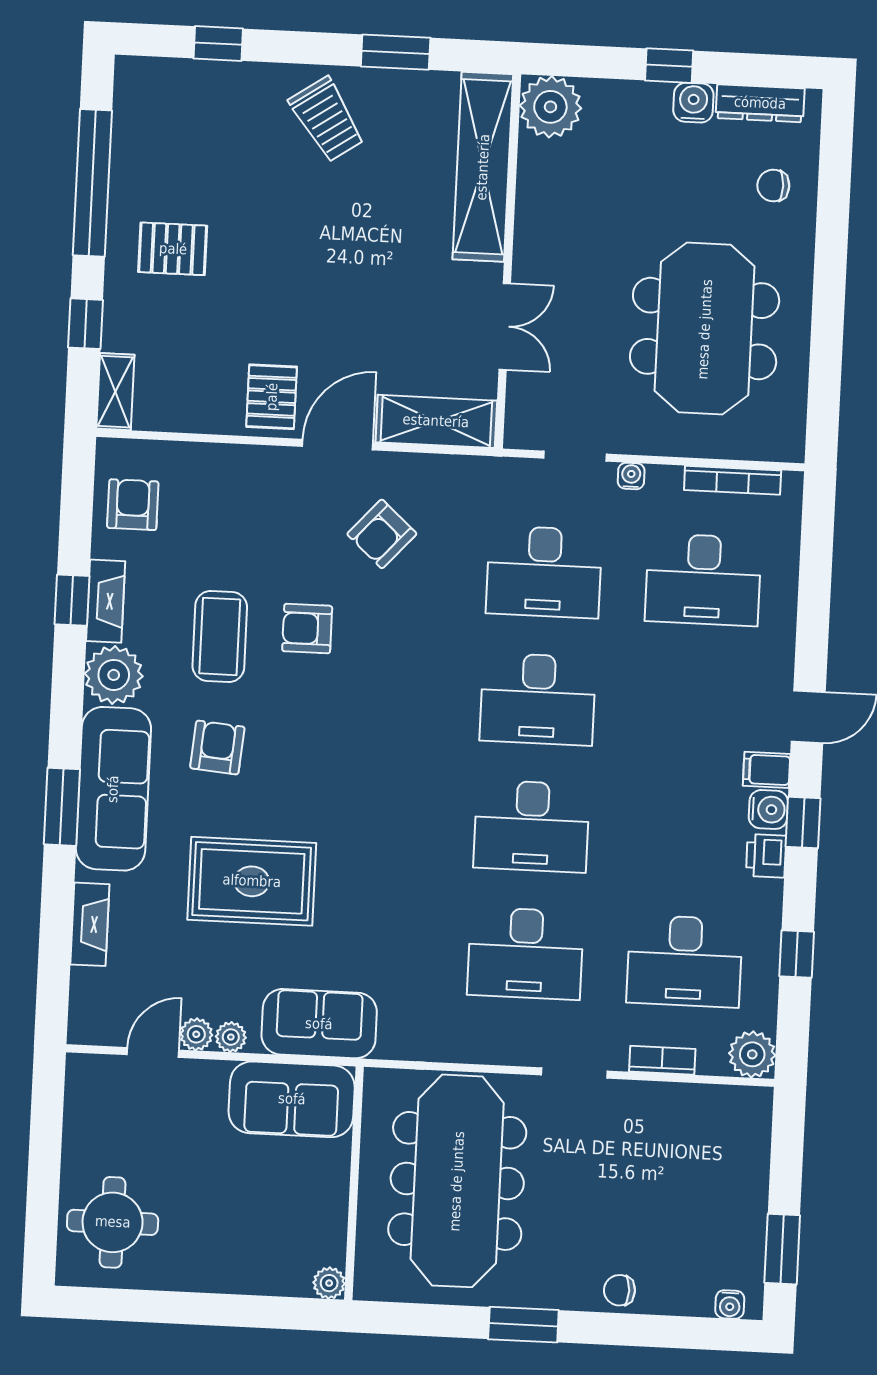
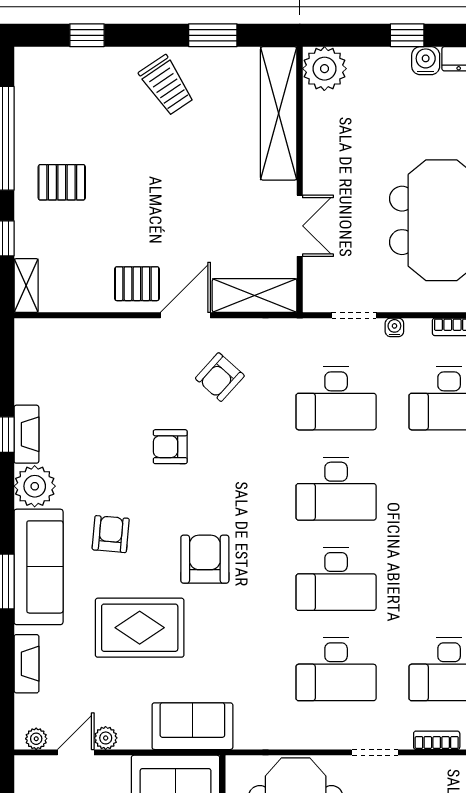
pallet: (272, 397) -> (137, 284), turned 90
armchair: (133, 505) -> (205, 559), moved, width x1.38, depth x1.38
coffee table: (220, 636) -> (109, 455), removed
plant: (231, 1037) -> (36, 739), moved

